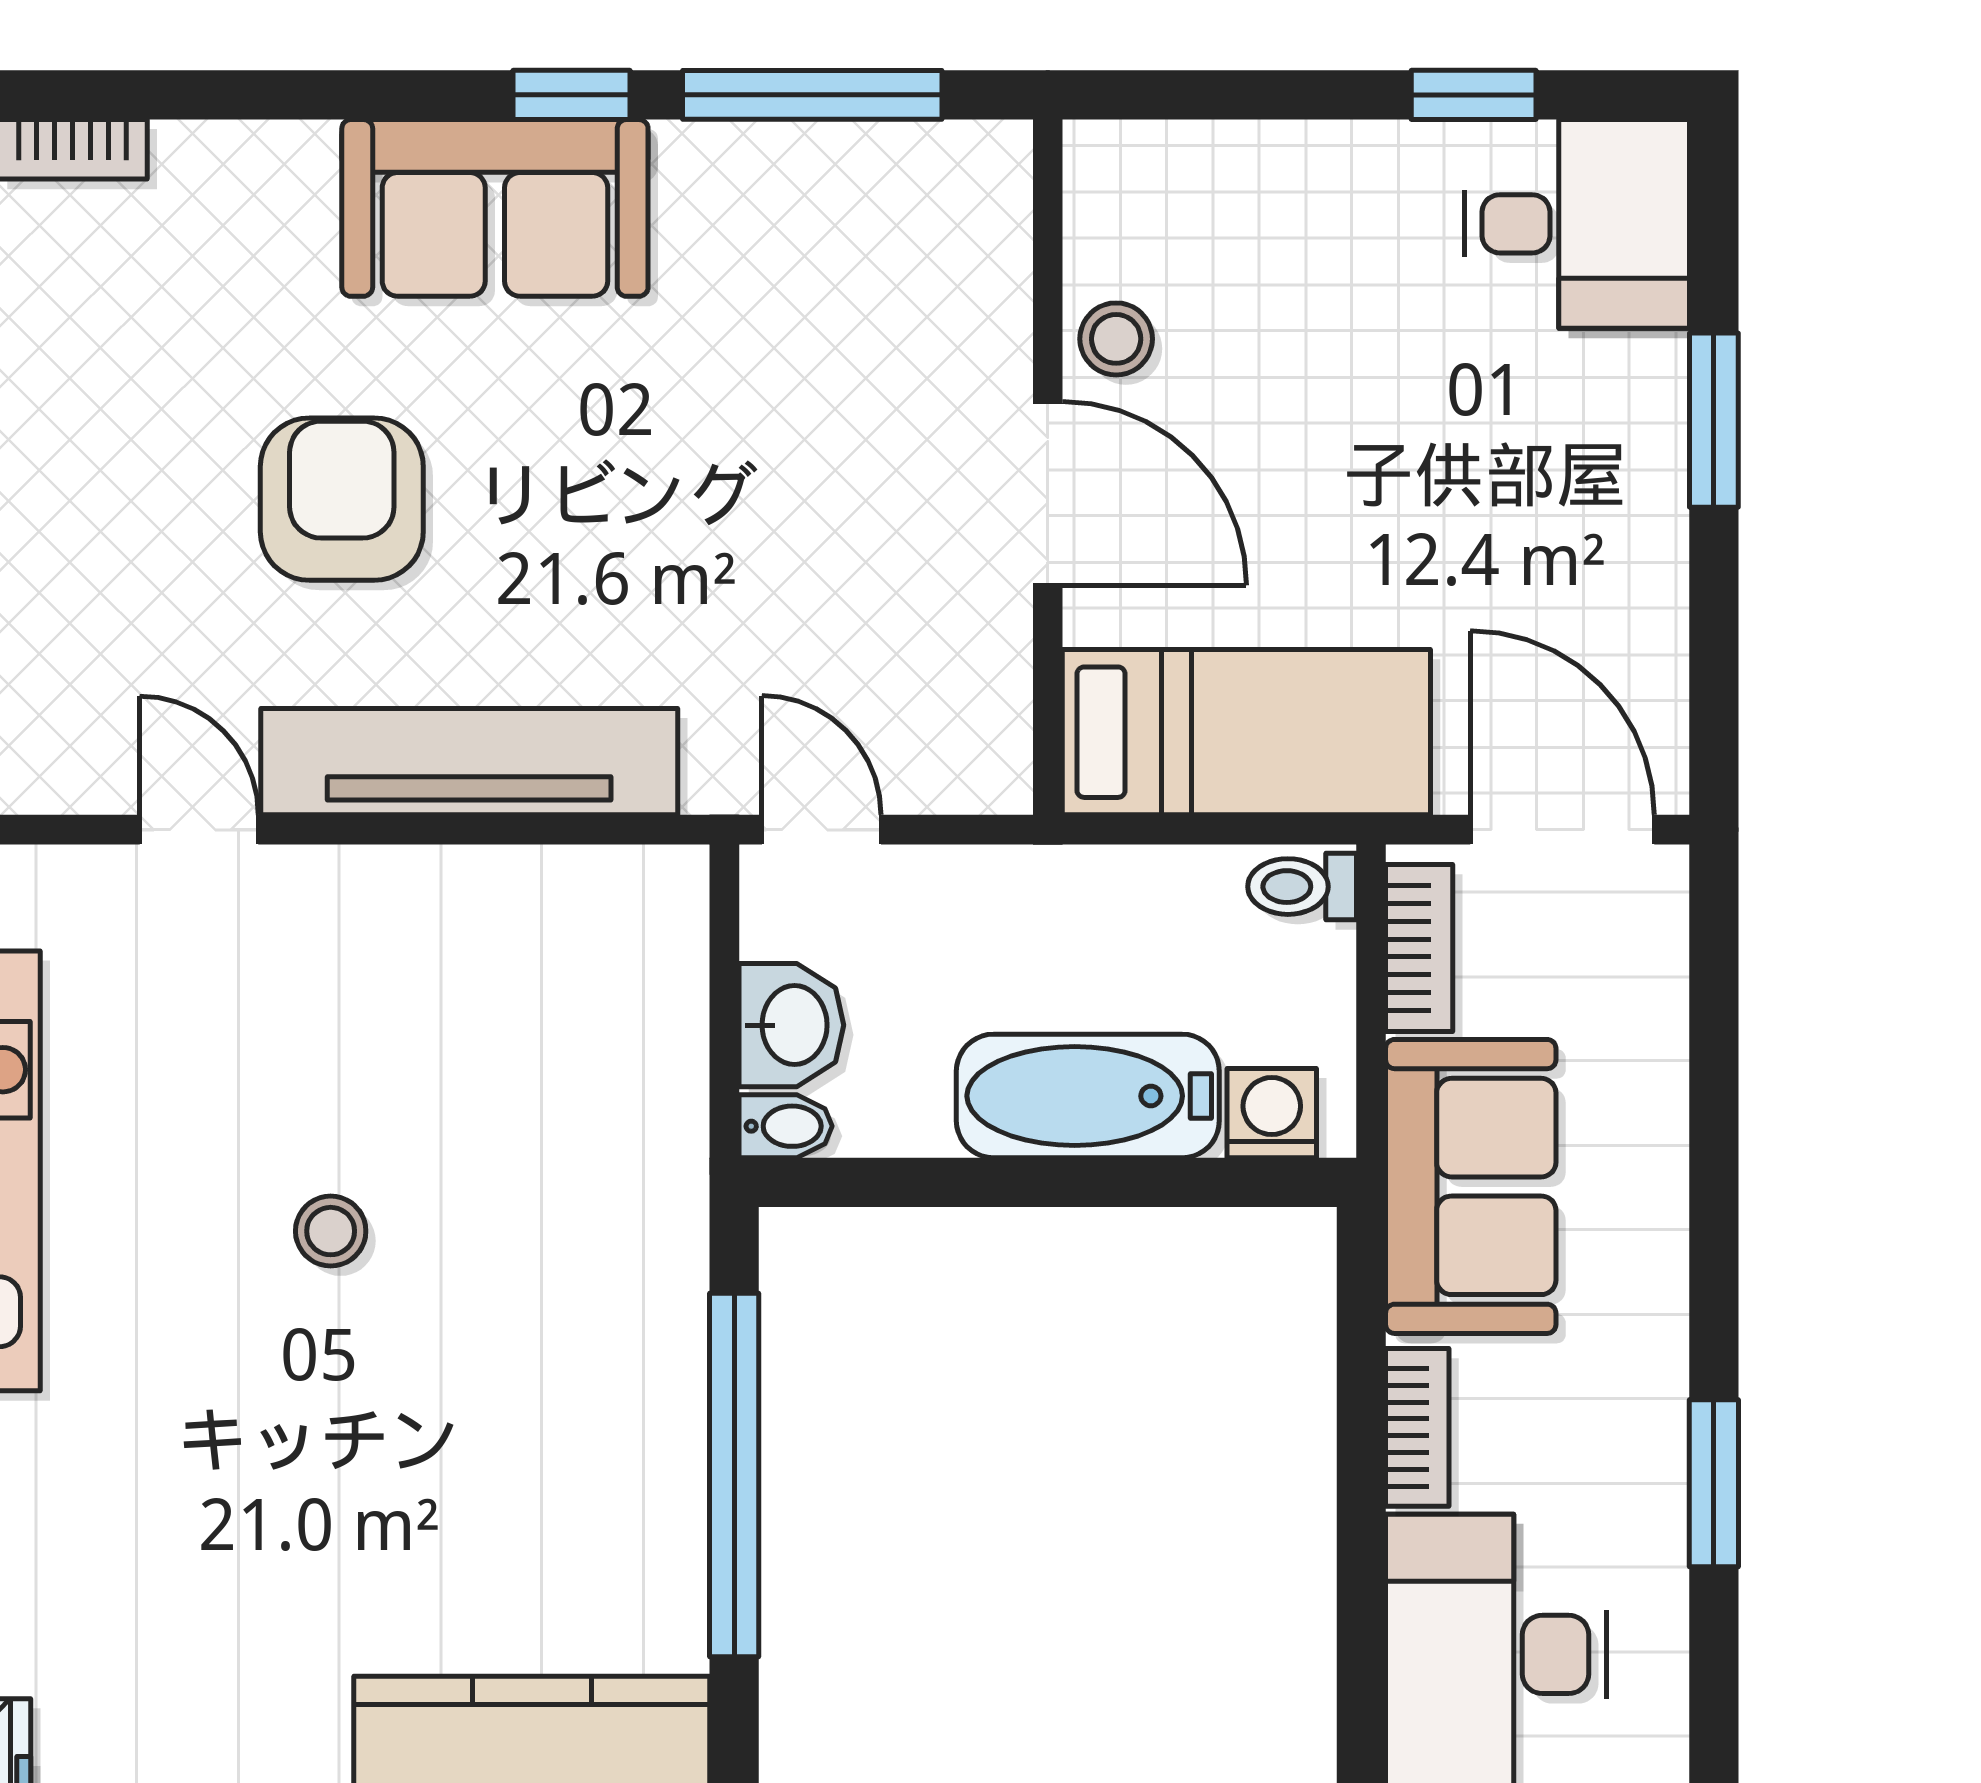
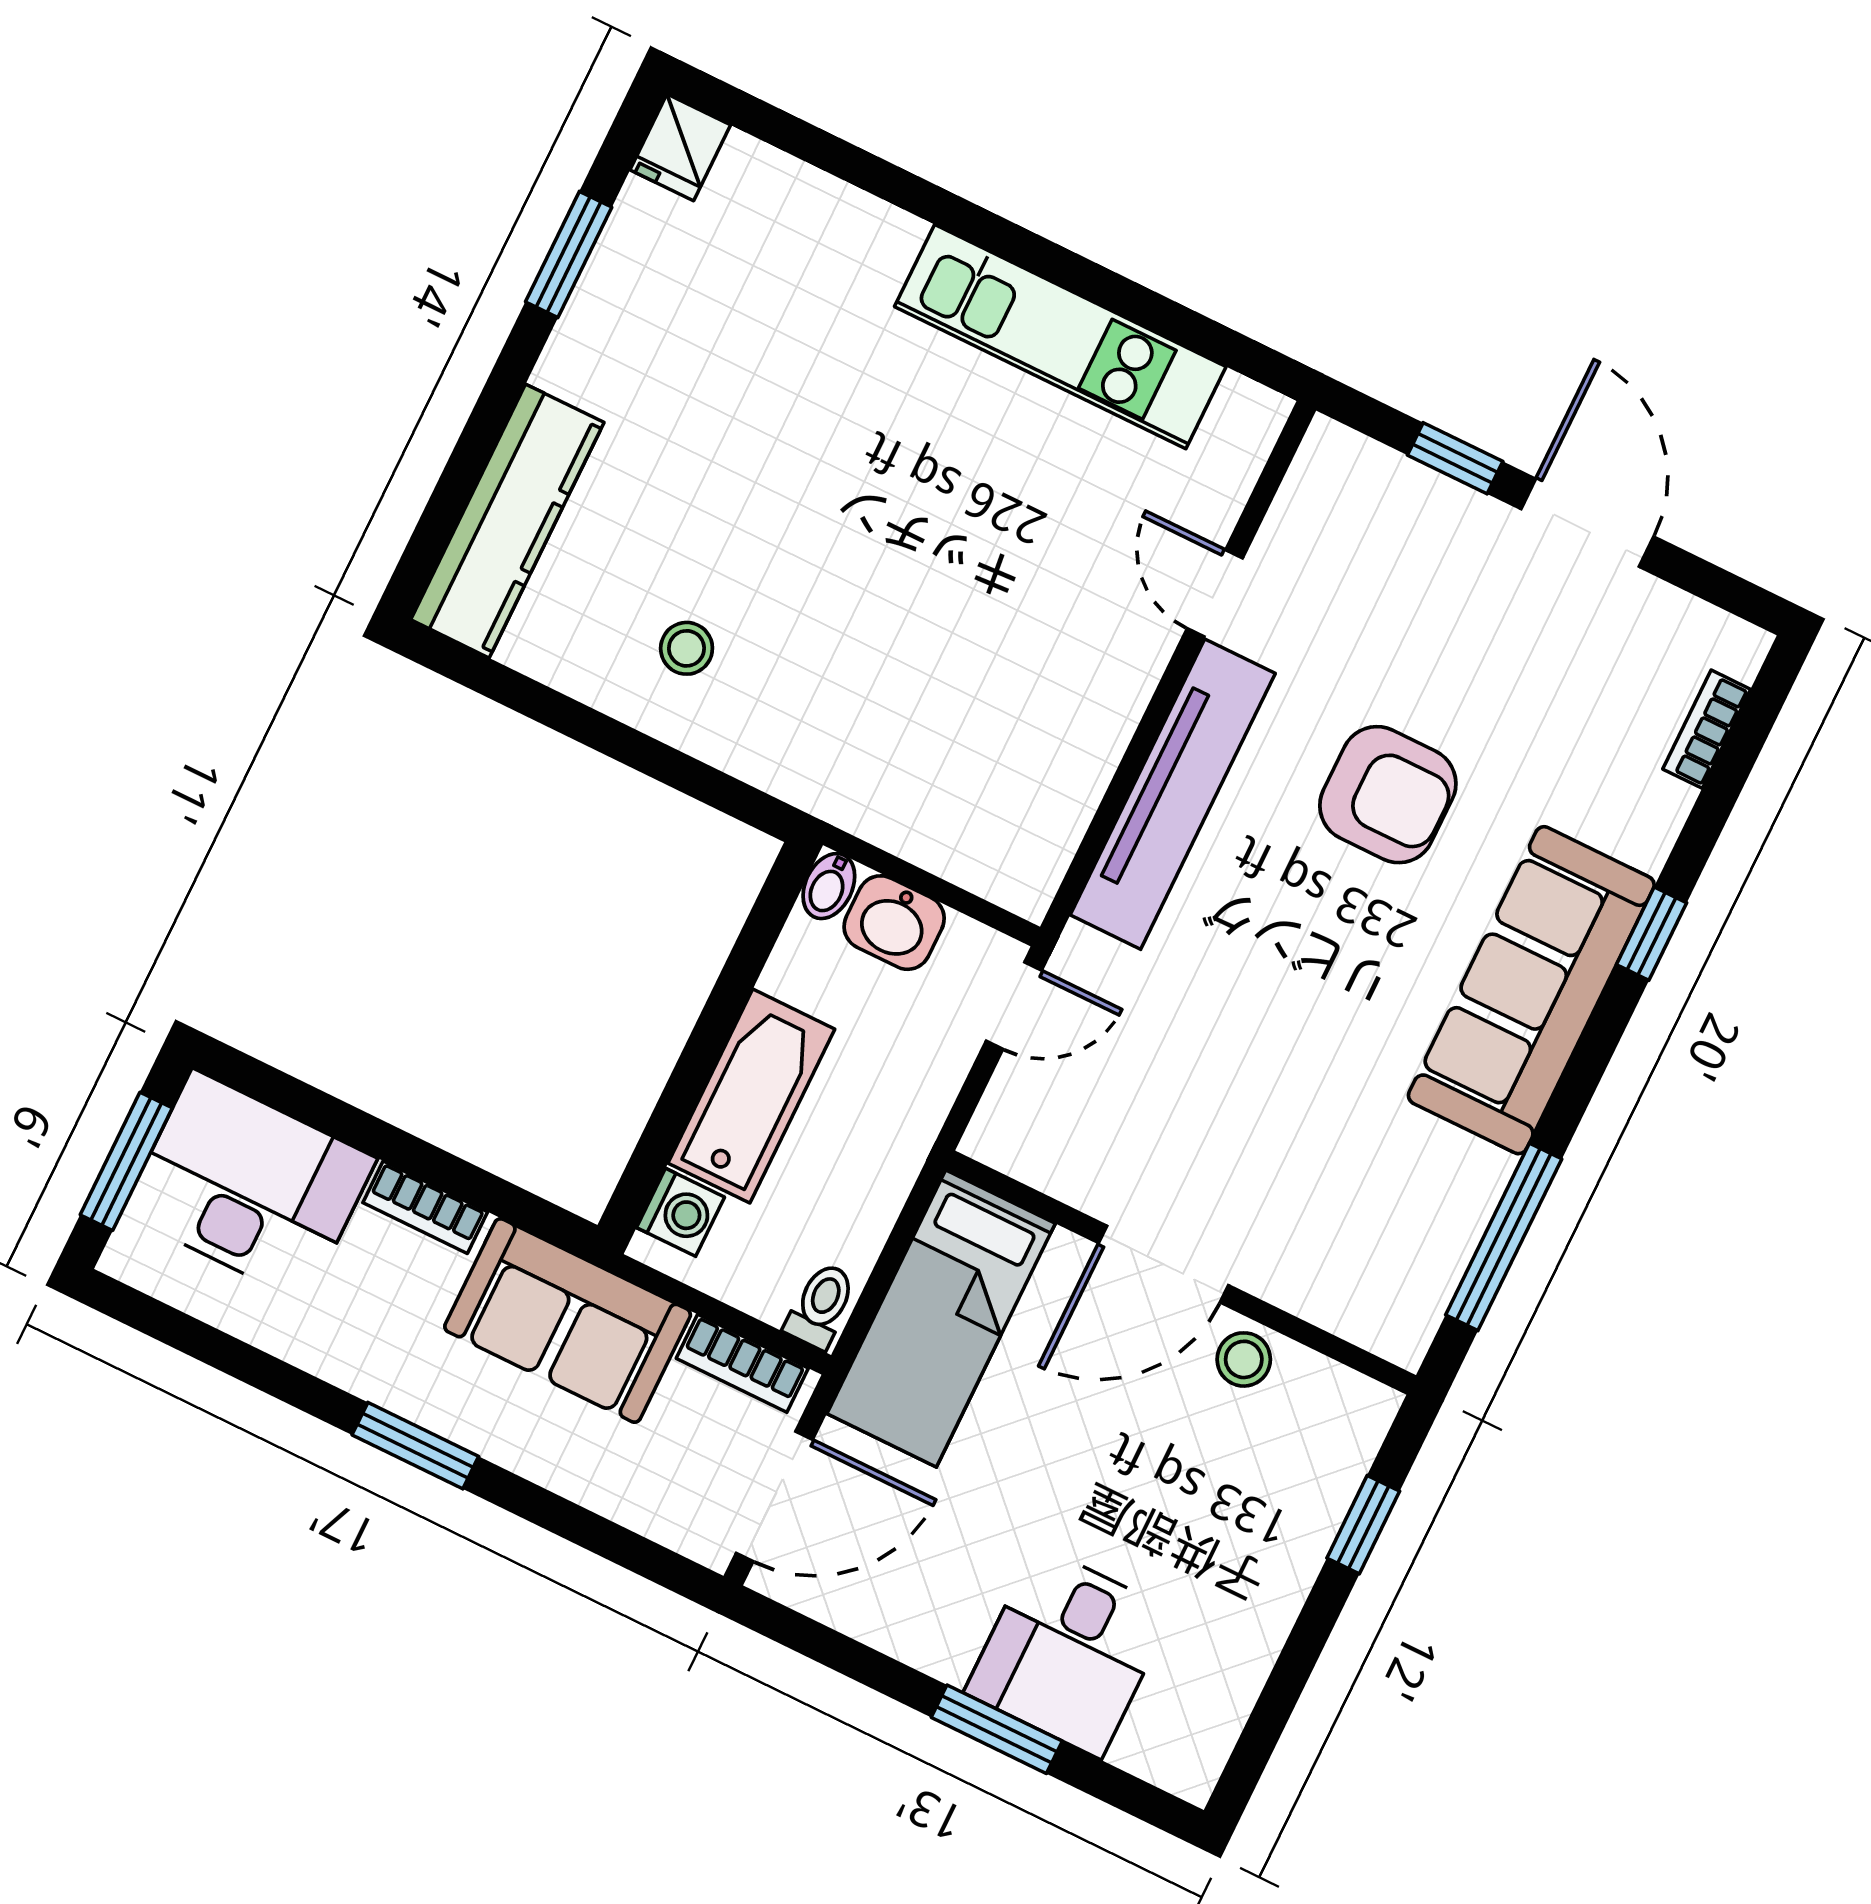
window: (571, 95) -> (1651, 934), moved
window: (1474, 95) -> (1363, 1525), moved
sofa: (495, 208) -> (1531, 990), width x1.36
desk: (1577, 224) -> (1069, 1652), moved
door: (199, 830) -> (1215, 593), swing flipped
stool: (331, 1231) -> (687, 648), moved
window: (734, 1475) -> (614, 739), removed
window: (1714, 1483) -> (415, 1446), moved

